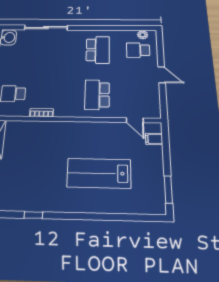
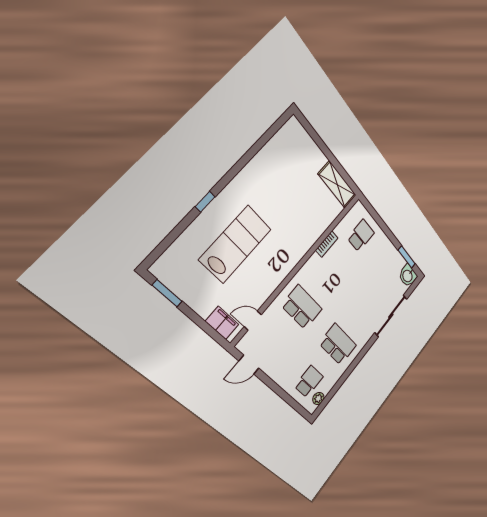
school desk: (98, 50) -> (338, 344), turned 180
door: (162, 75) -> (249, 365), moved
filing cabinet: (154, 139) -> (222, 323), width x2.00
window: (33, 215) -> (205, 202), moved

